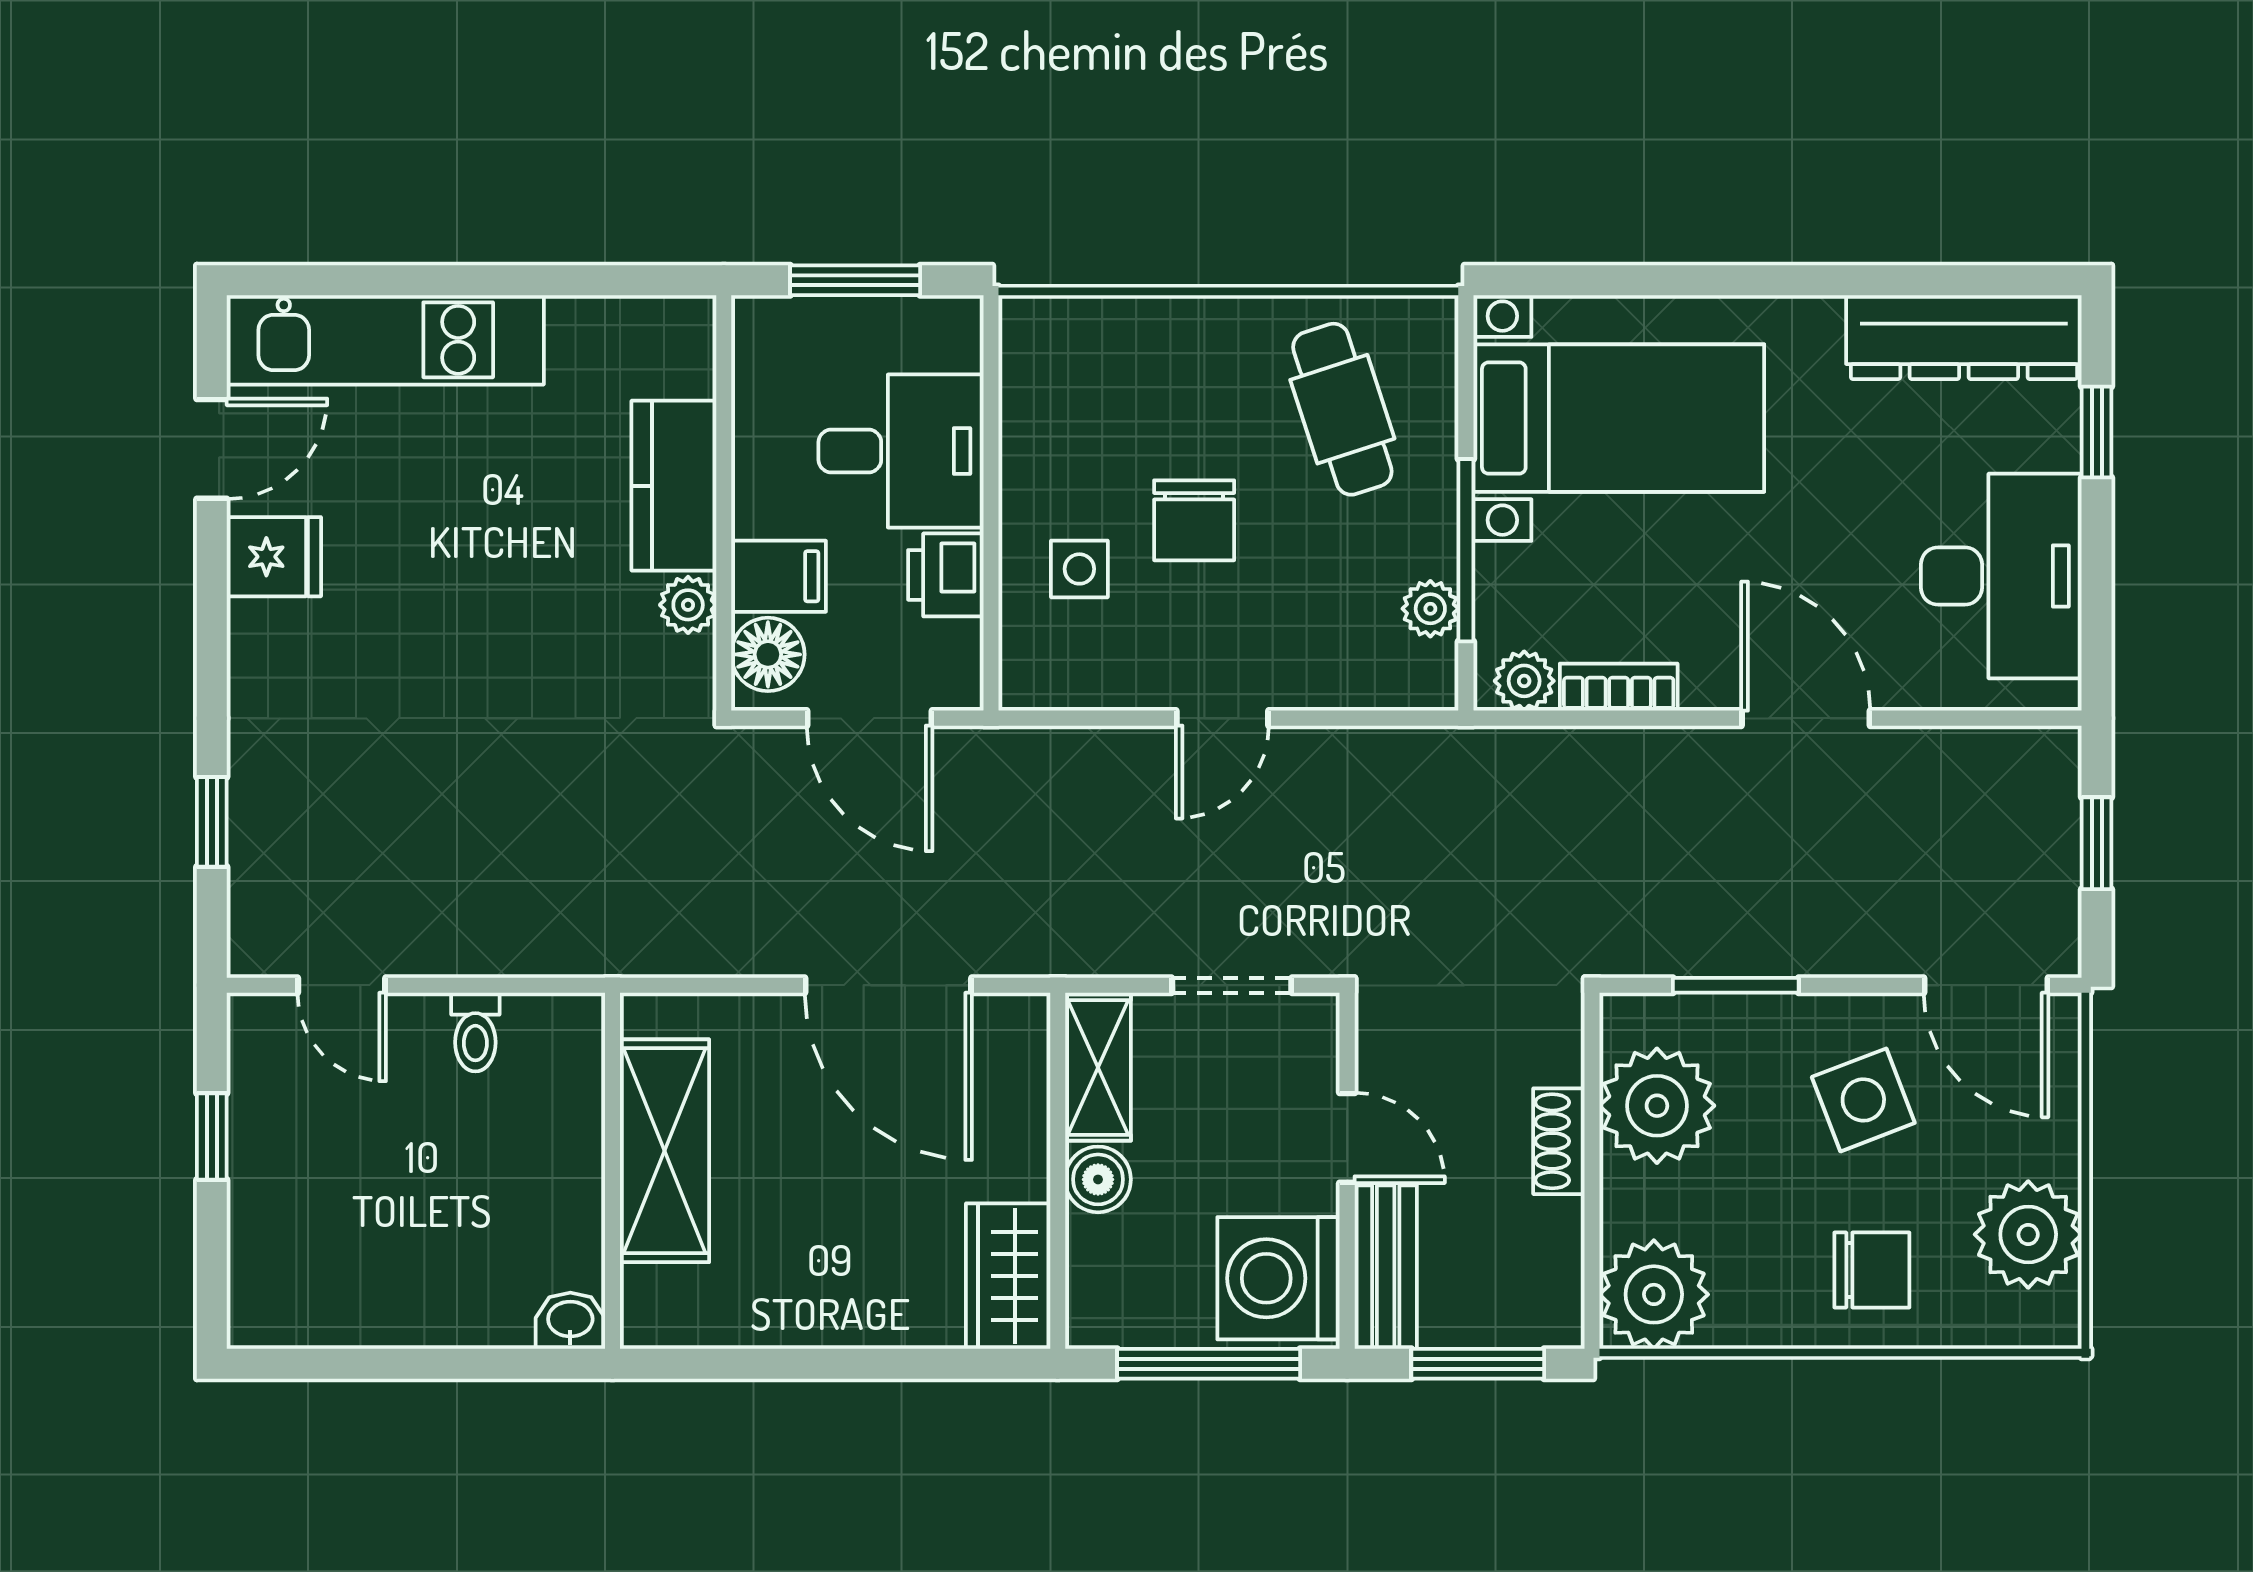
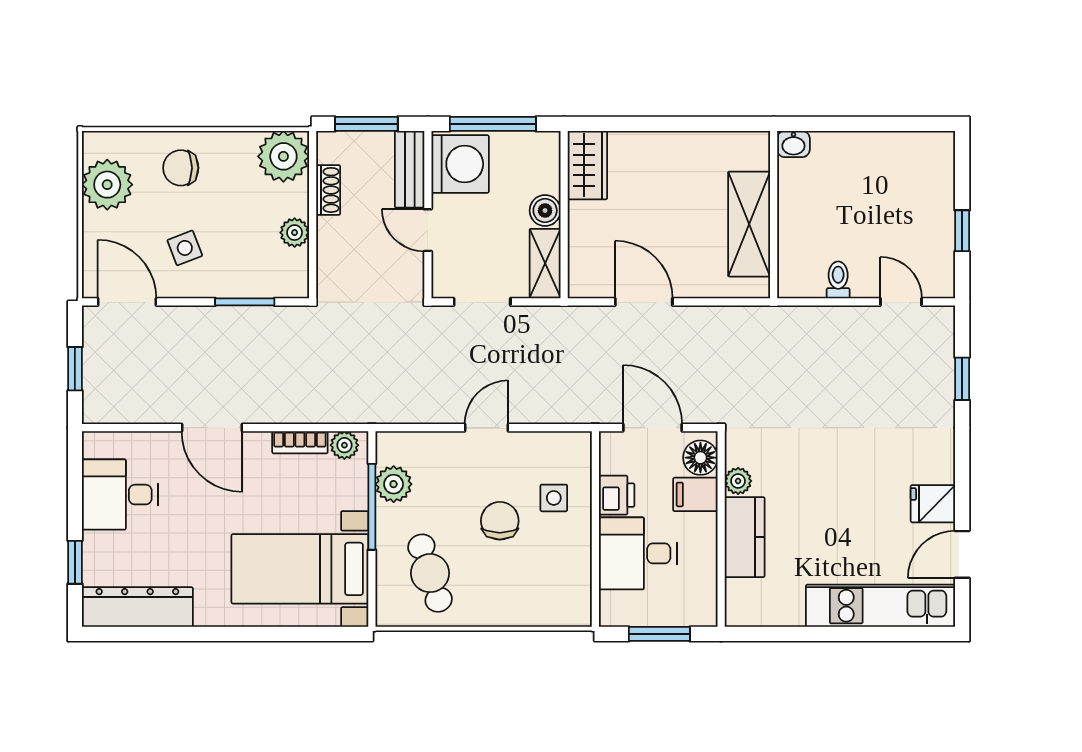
desk: (2001, 576) -> (120, 495), width x0.73
plant: (1430, 609) -> (394, 484), width x1.38, depth x1.38
door: (888, 985) -> (644, 302), width x0.73
side table: (1863, 1100) -> (185, 248), width x0.73, depth x0.73
plant: (1657, 1106) -> (295, 233), width x0.53, depth x0.53
shoe rack: (1559, 1141) -> (328, 190), moved

